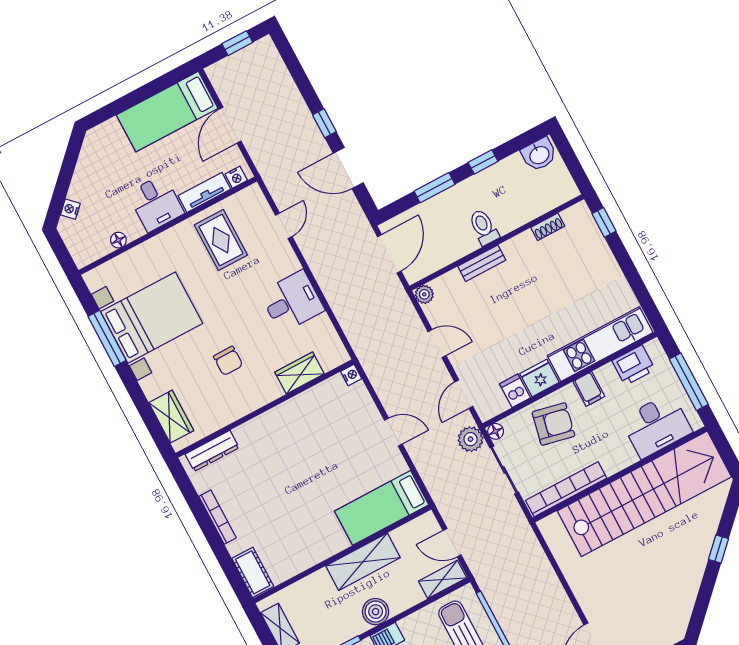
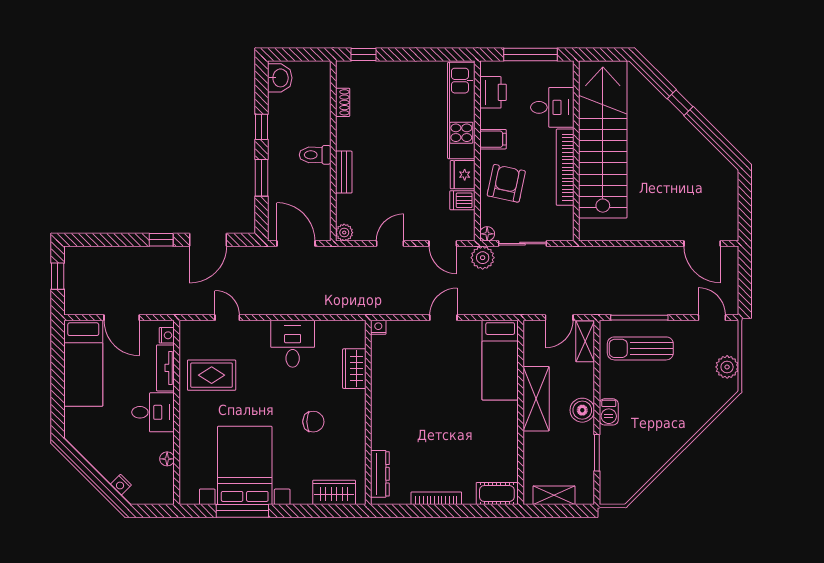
desk: (656, 426) -> (552, 107), width x0.73
bookcase: (566, 489) -> (565, 167), moved

